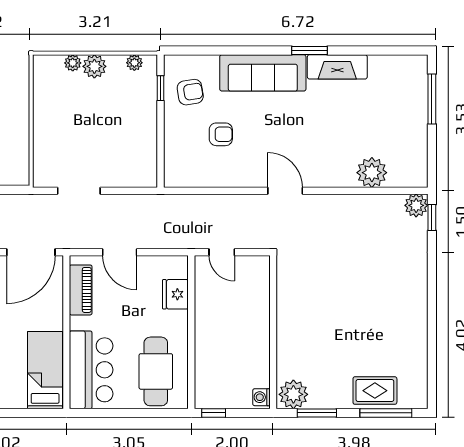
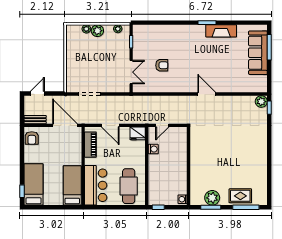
sofa: (263, 73) -> (258, 53), moved, turned 90
armchair: (190, 92) -> (146, 44), removed
double door: (161, 148) -> (131, 72), added
plant: (372, 173) -> (239, 85), removed
door: (285, 191) -> (207, 94), moved
door: (31, 252) -> (65, 125), swing flipped
door: (222, 252) -> (162, 125), hinge flipped
fridge: (175, 294) -> (138, 133), moved, turned -90
washing machine: (204, 299) -> (153, 149), added
plant: (293, 394) -> (212, 198), moved

